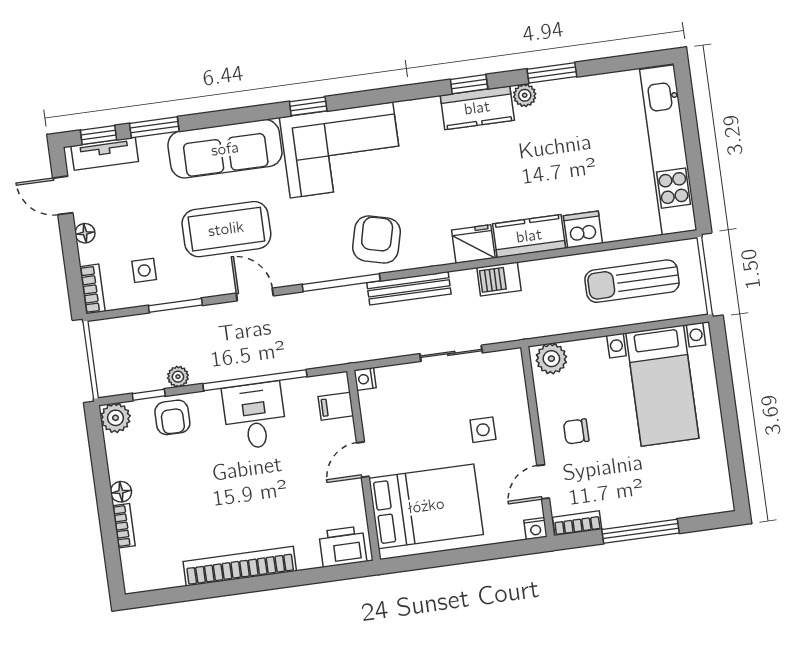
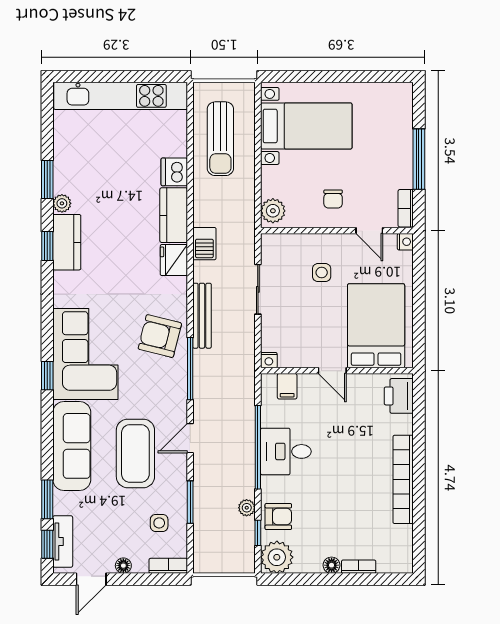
plant: (115, 418) -> (277, 557), width x1.36, depth x1.36

